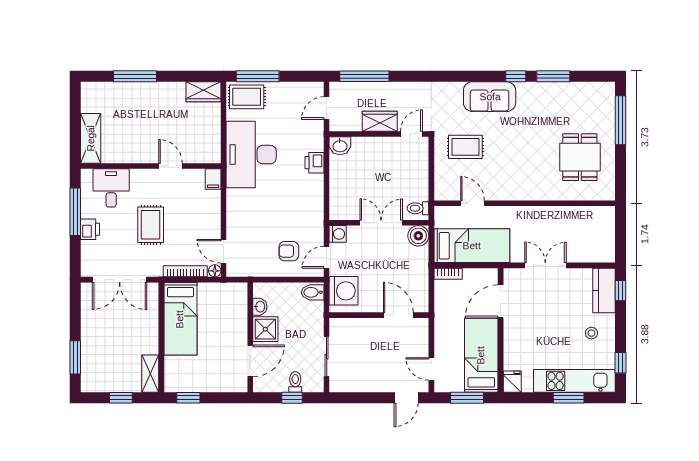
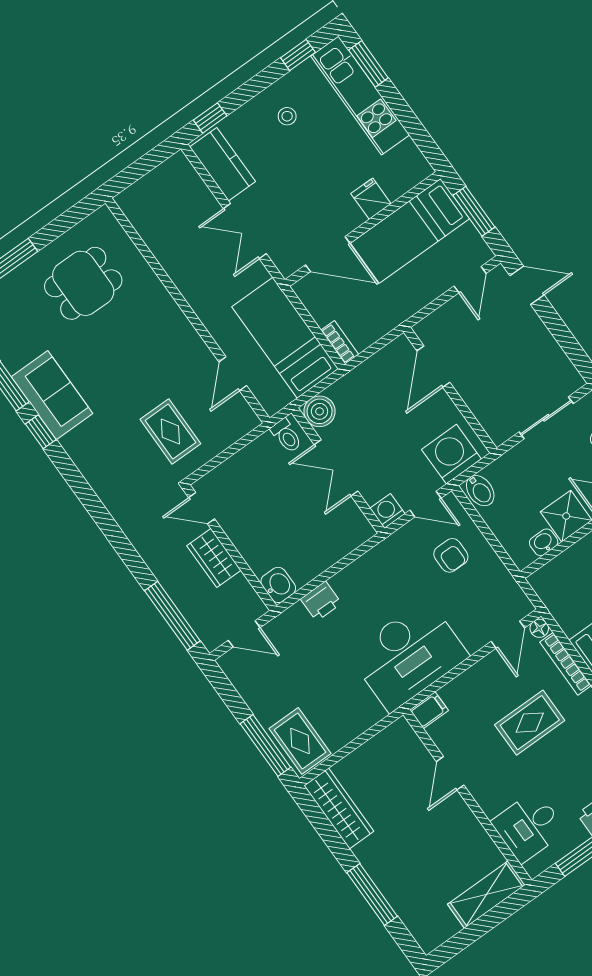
wardrobe: (203, 92) -> (339, 809), width x1.50
sofa: (490, 97) -> (52, 395), moved
desk: (251, 155) -> (408, 655), moved
rug: (151, 225) -> (530, 723), moved
kitchen counter: (604, 290) -> (223, 164), moved, turned -90
fridge: (512, 382) -> (371, 199), moved, turned 90
window: (569, 398) -> (368, 64), moved

